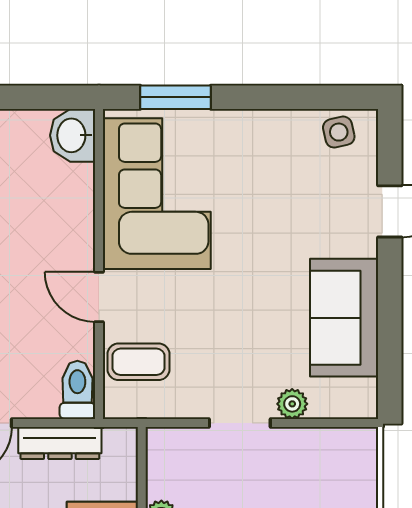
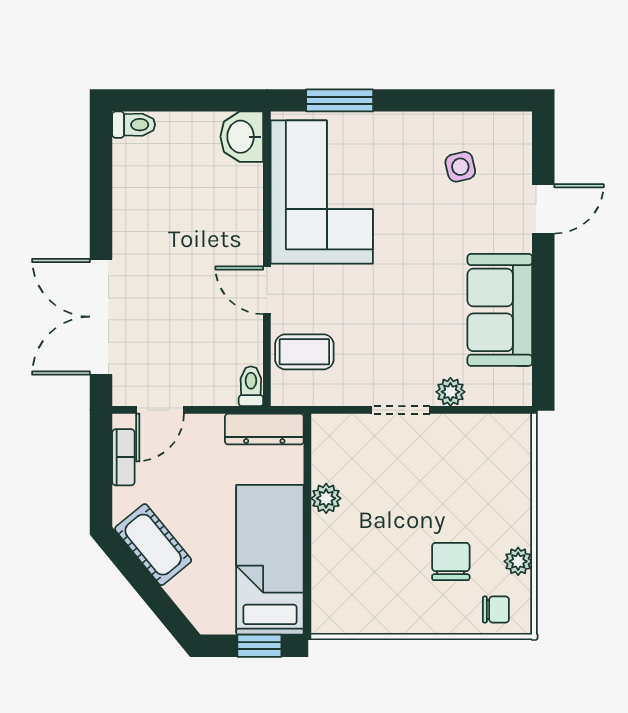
side table: (339, 132) -> (460, 167), moved
toilet: (77, 390) -> (251, 386), width x0.73, depth x0.72
dresser: (60, 443) -> (264, 429), moved

